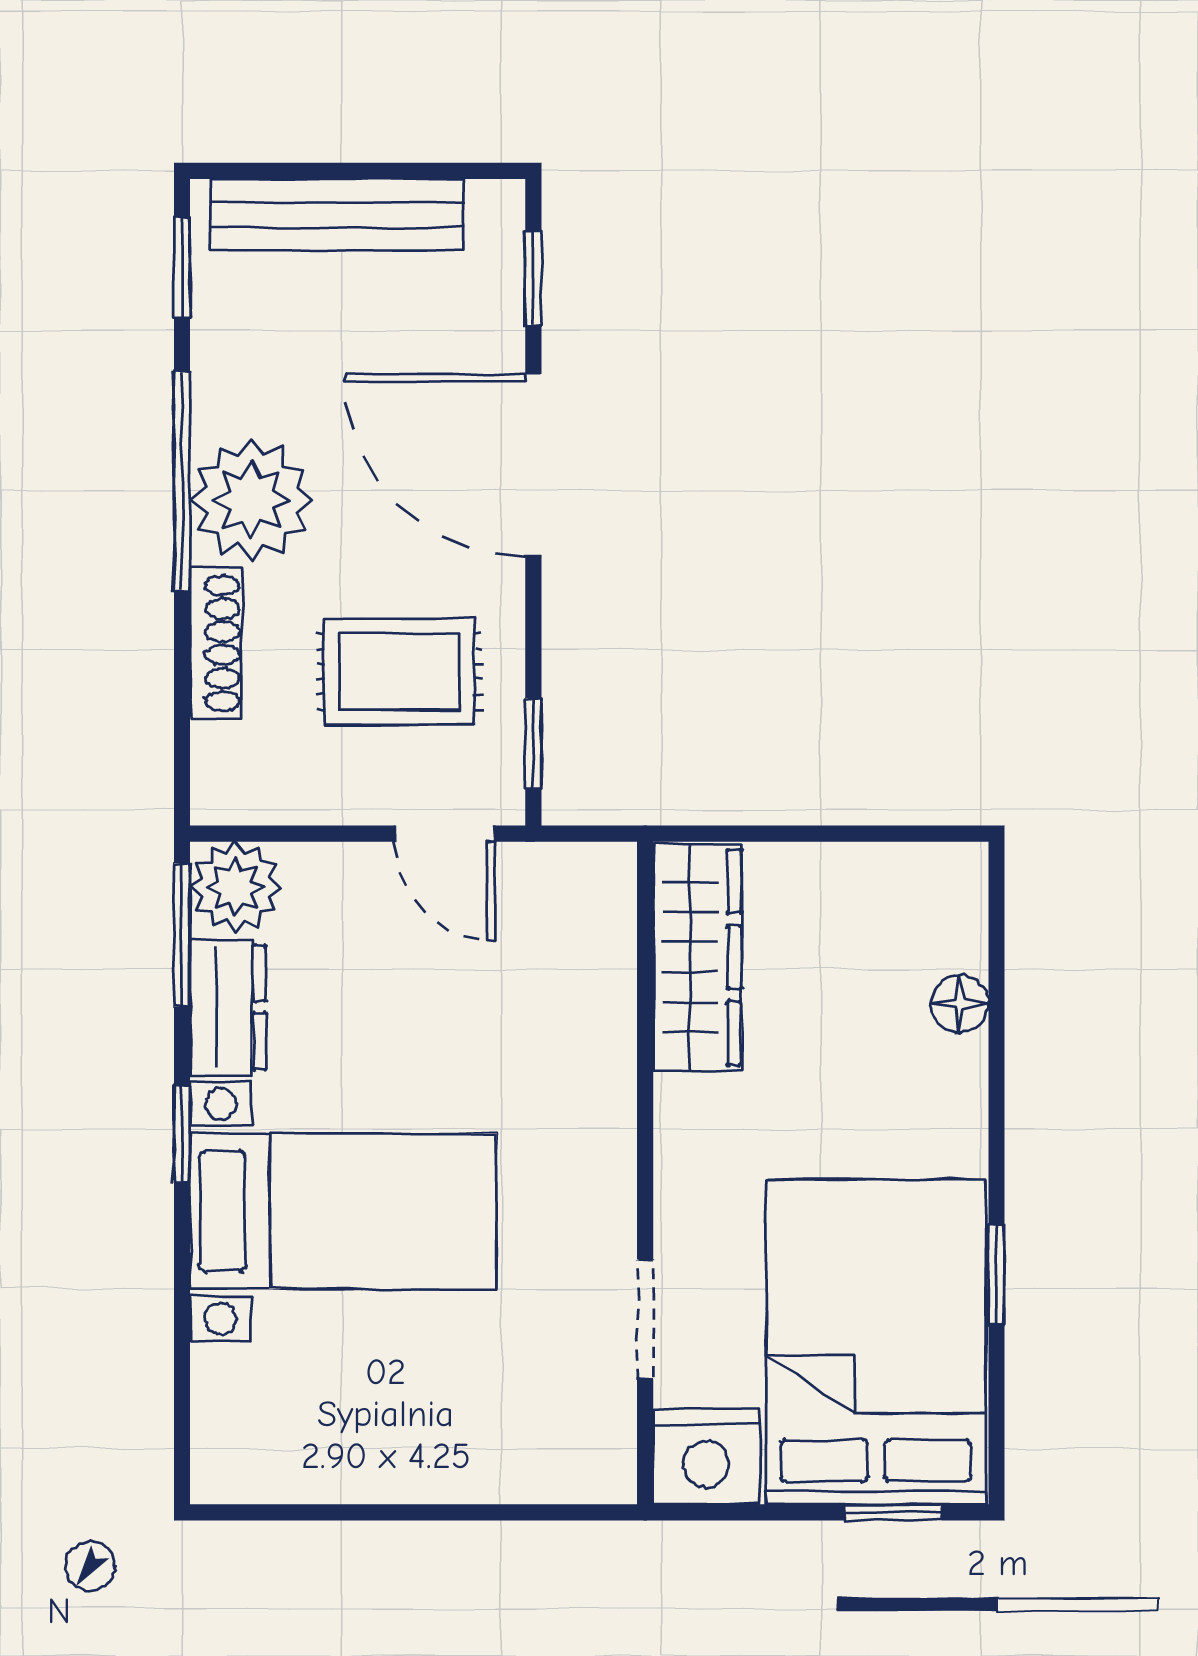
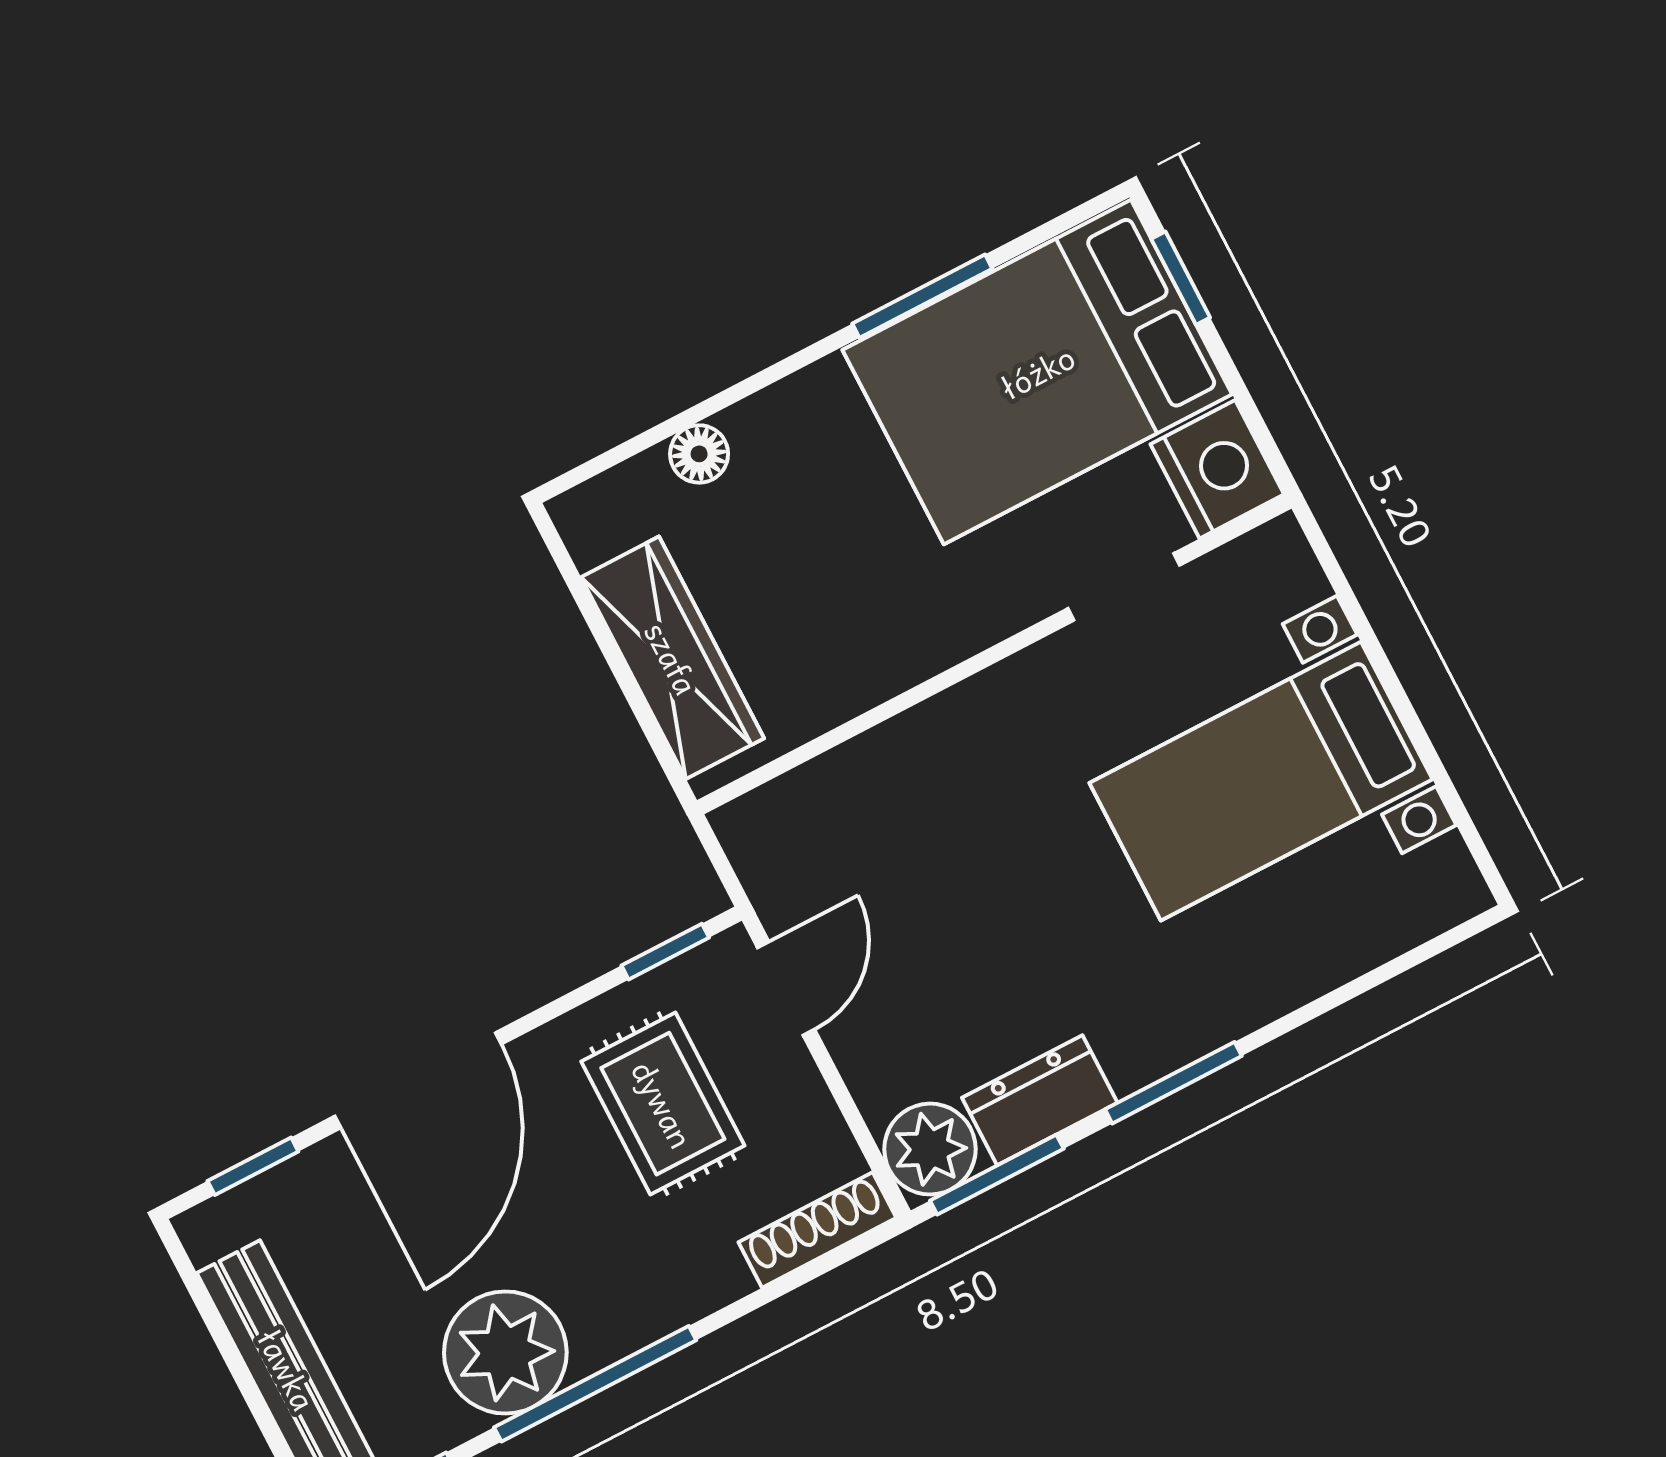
plant: (251, 500) -> (505, 1352), moved
shoe rack: (216, 643) -> (817, 1230), moved
wardrobe: (697, 957) -> (672, 658), moved, turned 90
window: (182, 1134) -> (1173, 1083), width x1.50
bed with nightstands: (343, 1211) -> (1261, 781), moved, turned -90
window: (997, 1275) -> (922, 296), width x1.50

